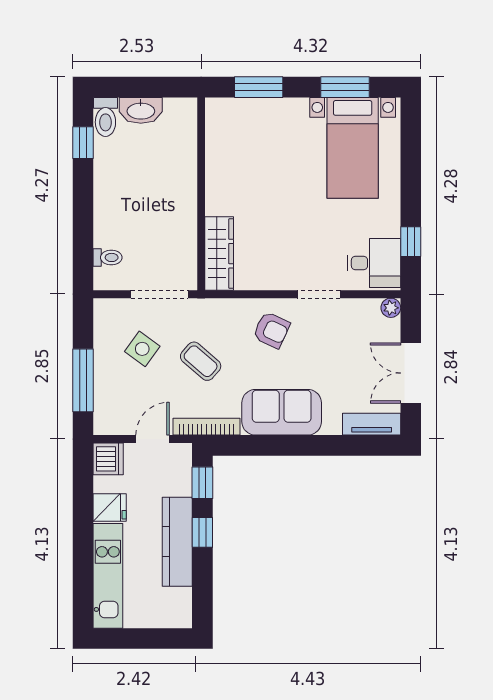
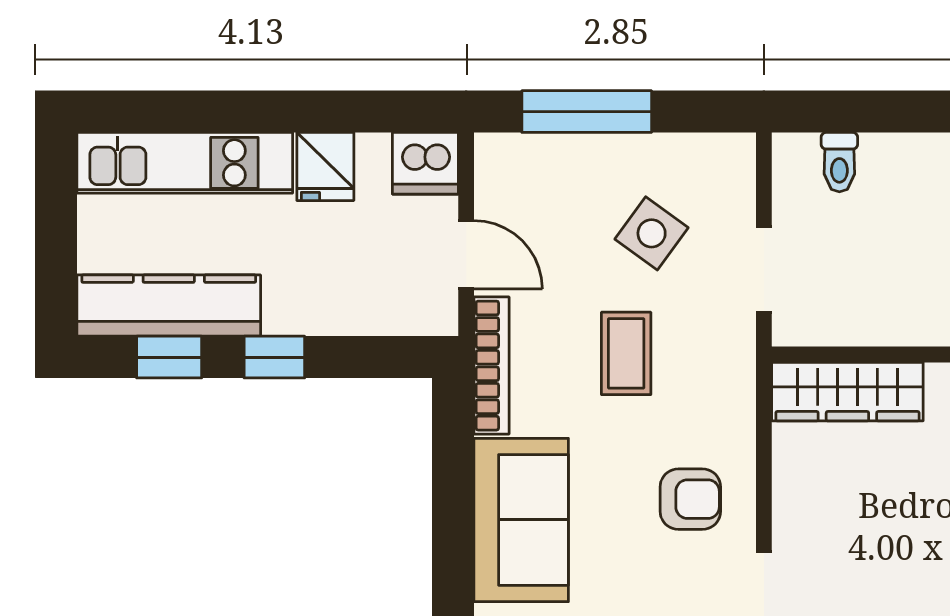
doorway: (160, 294) -> (764, 269), width x0.73
armchair: (271, 330) -> (690, 499), turned -115
coffee table: (201, 361) -> (626, 353), turned -41
window: (202, 483) -> (169, 357), moved
kitchen counter: (177, 542) -> (169, 306), moved

